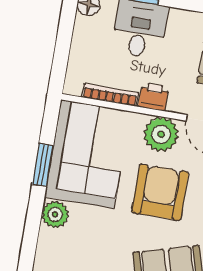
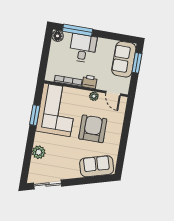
plant: (161, 134) -> (94, 96), width x0.53, depth x0.53
plant: (55, 214) -> (39, 152), moved

